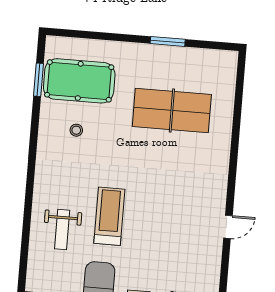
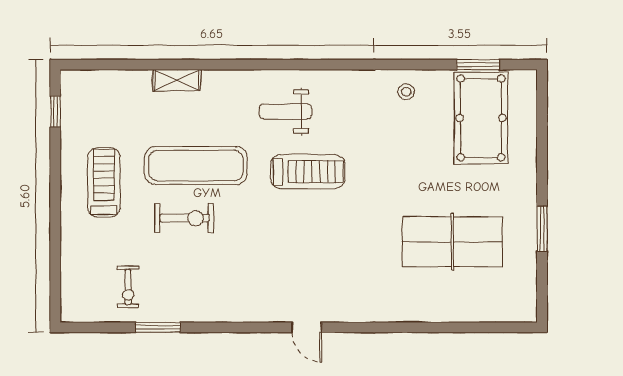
table tennis table: (172, 111) -> (452, 242), turned 90
stool: (76, 130) -> (406, 92), moved

